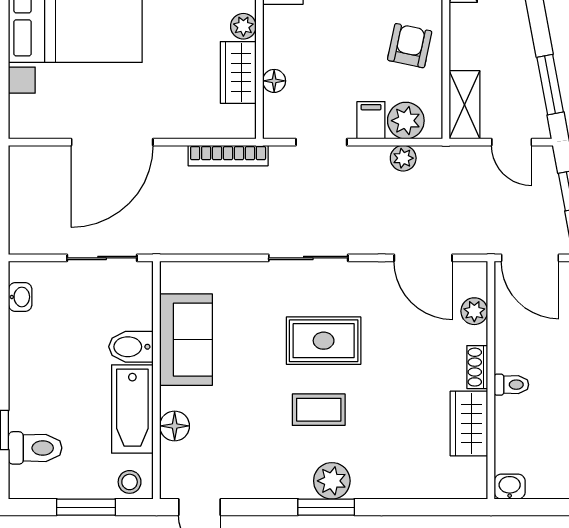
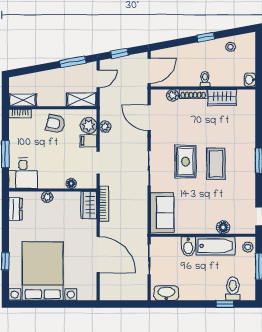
wardrobe: (238, 72) -> (89, 205), moved, turned 90
door: (423, 258) -> (149, 118), swing flipped
washbasin: (20, 297) -> (166, 293), width x1.91, depth x1.45
sofa: (186, 340) -> (162, 213), moved, turned 90
shoe rack: (477, 367) -> (193, 94), width x1.43
coffee table: (319, 410) -> (216, 164), width x1.36, depth x1.30
plant: (332, 481) -> (247, 158), removed

